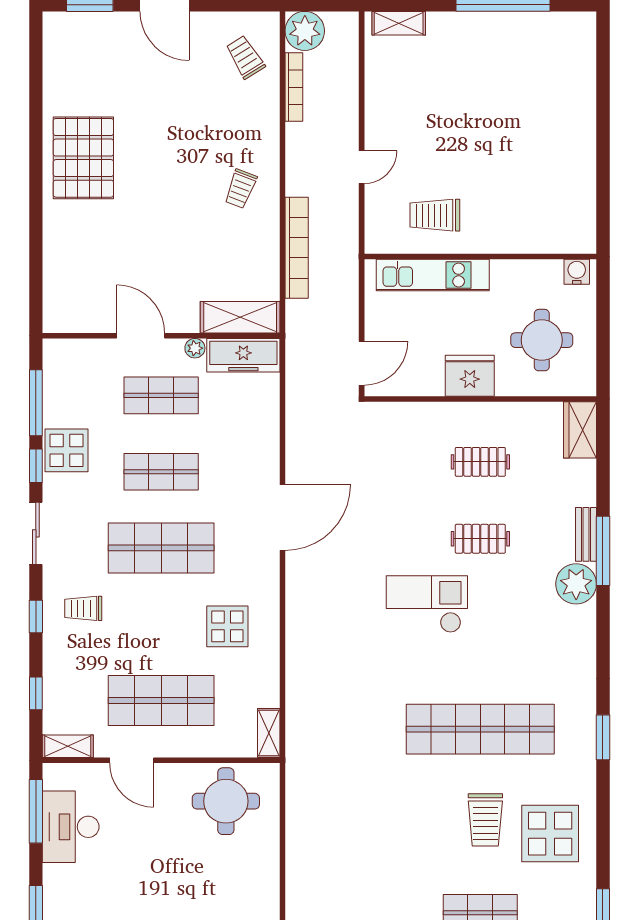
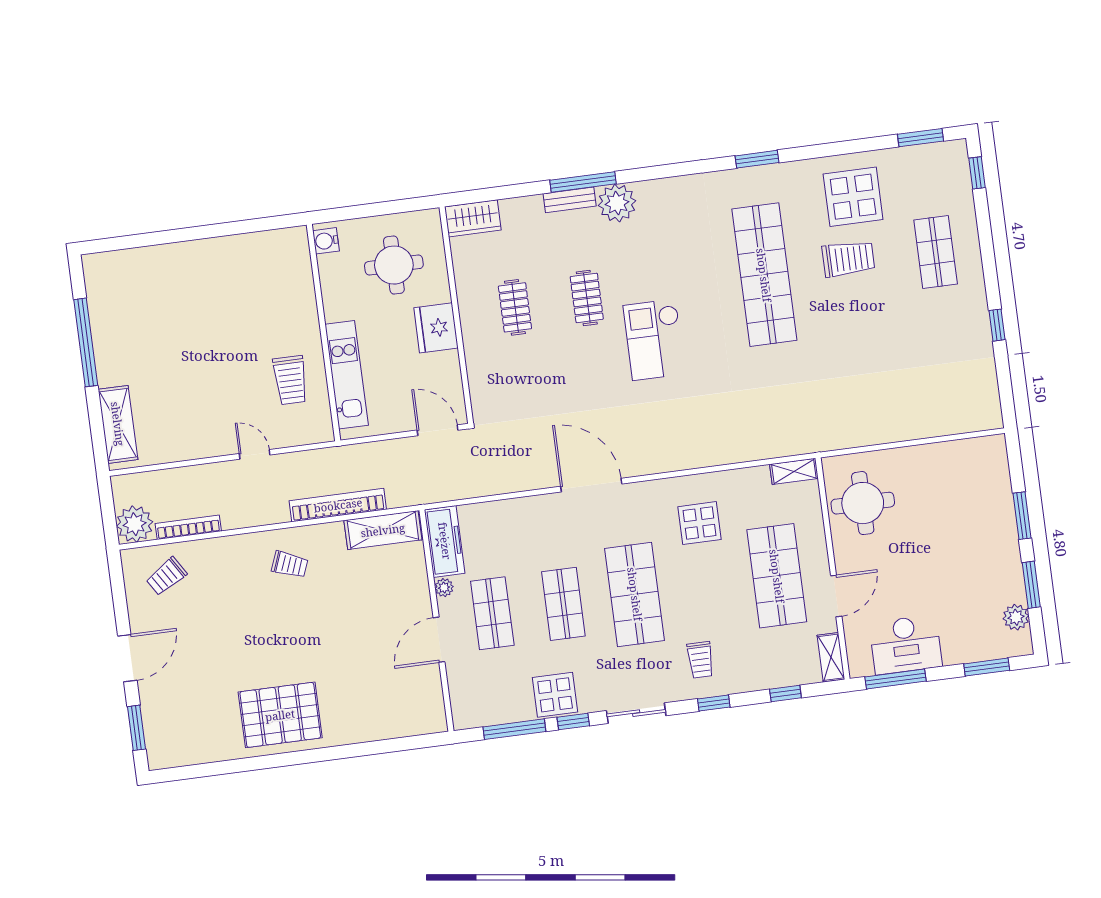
shelving: (399, 23) -> (118, 424), width x1.50, depth x1.33
shelving: (240, 317) -> (383, 530), moved, turned 90

